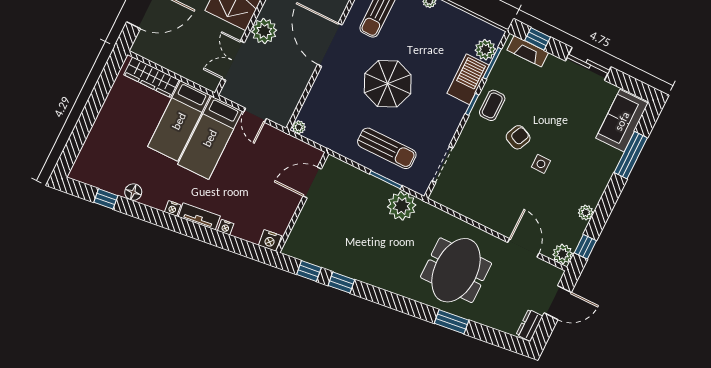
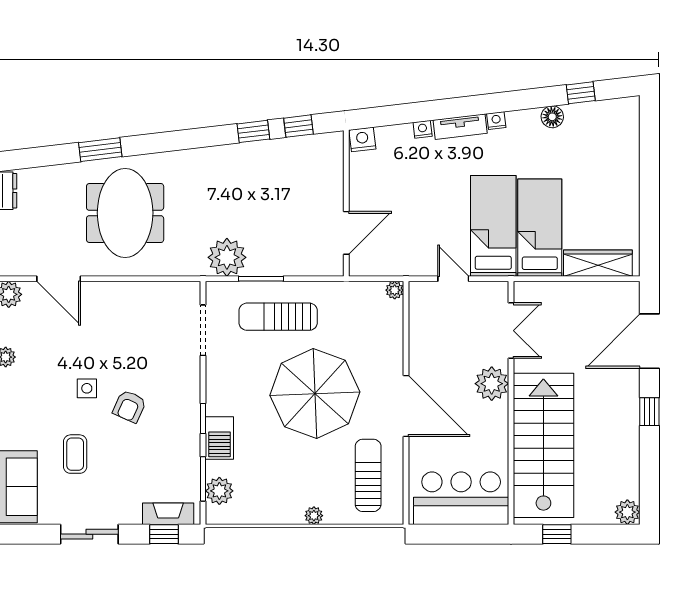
barbecue: (468, 79) -> (219, 438), width x0.73, depth x0.83
parasol: (388, 84) -> (315, 394), width x1.36, depth x1.36
coffee table: (492, 105) -> (75, 454), moved

